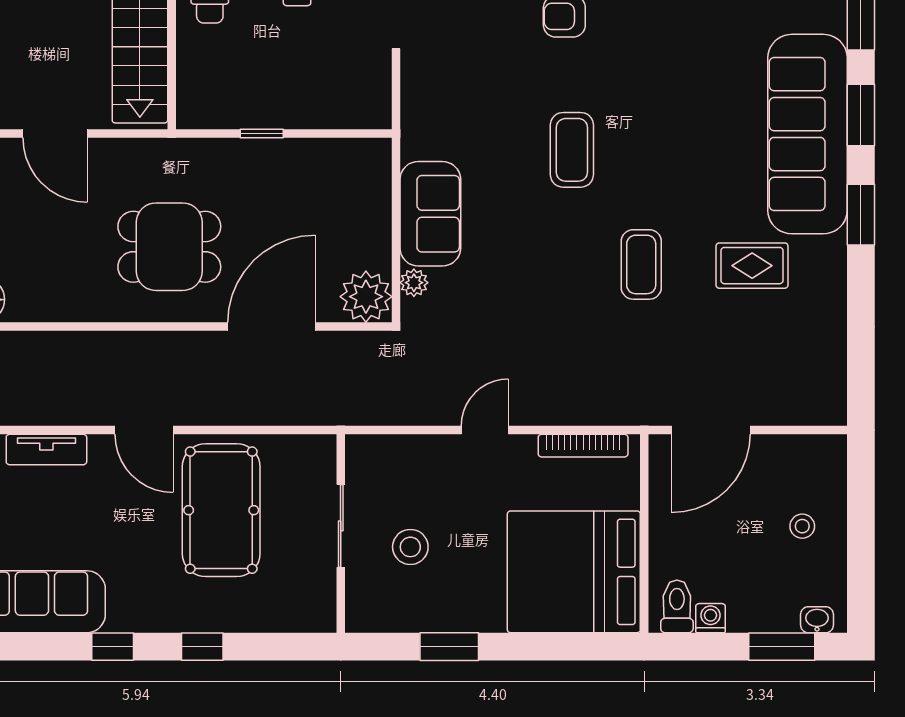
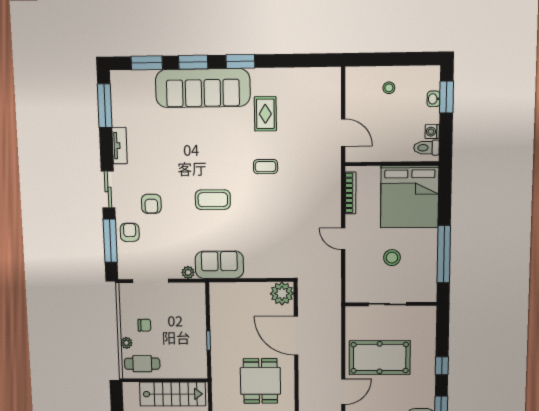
sofa: (430, 214) -> (219, 265), moved
coffee table: (641, 264) -> (266, 167), width x0.73, depth x0.77
plant: (414, 283) -> (188, 272), moved
door: (711, 430) -> (343, 133), width x0.73
stool: (410, 547) -> (392, 258), moved
washbasin: (817, 620) -> (434, 99), moved
window: (449, 647) -> (444, 254), width x2.11

